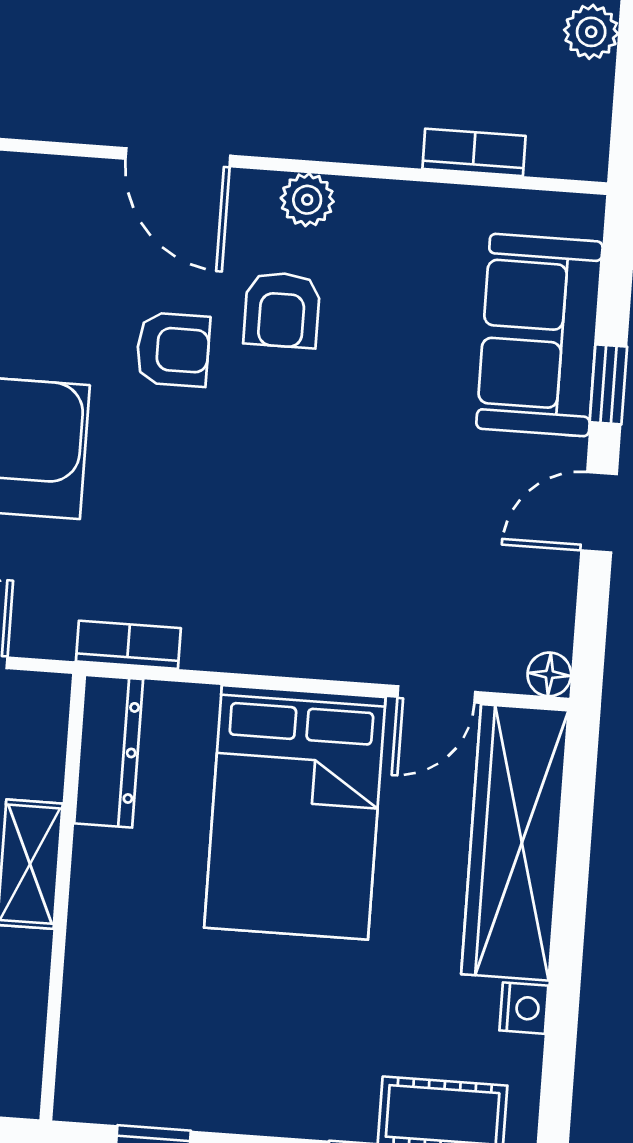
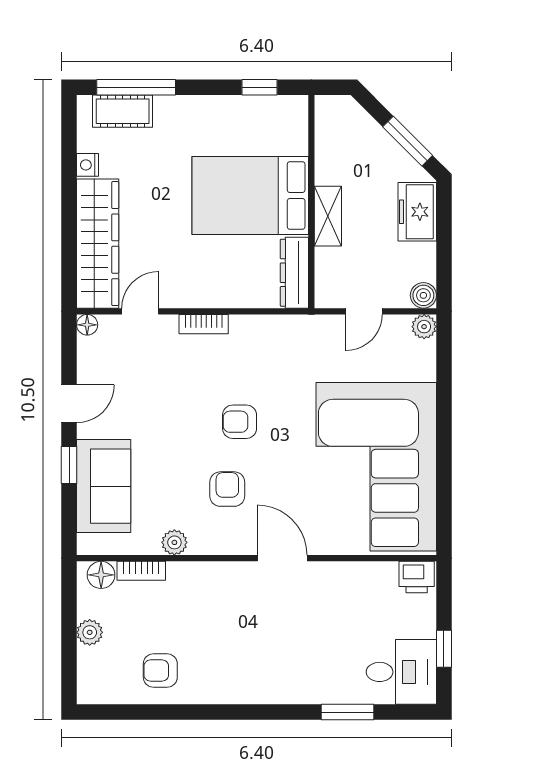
floor lamp: (559, 150) -> (101, 575), added
plant: (307, 200) -> (174, 542), moved
armchair: (173, 349) -> (240, 422), moved
bookcase: (128, 645) -> (204, 324), moved
bed: (295, 812) -> (250, 195), moved, turned -90

